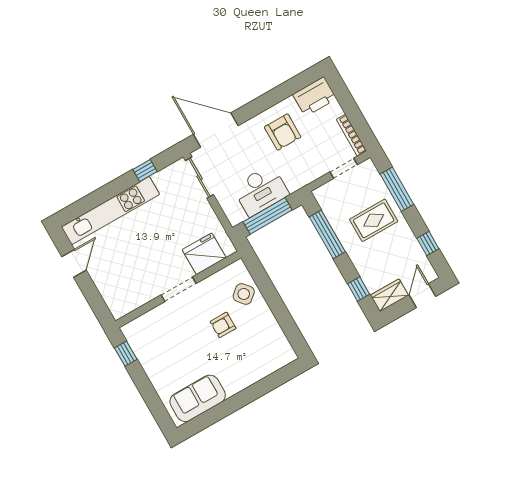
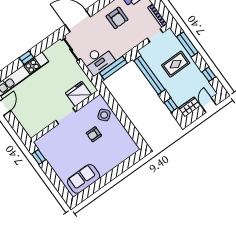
window: (145, 170) -> (26, 58), moved
desk: (261, 190) -> (98, 60), moved
window: (327, 234) -> (149, 75), width x1.46

